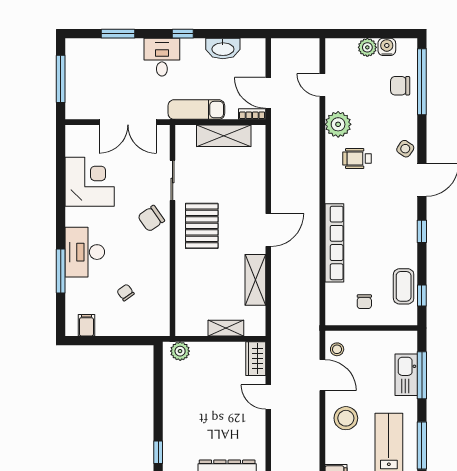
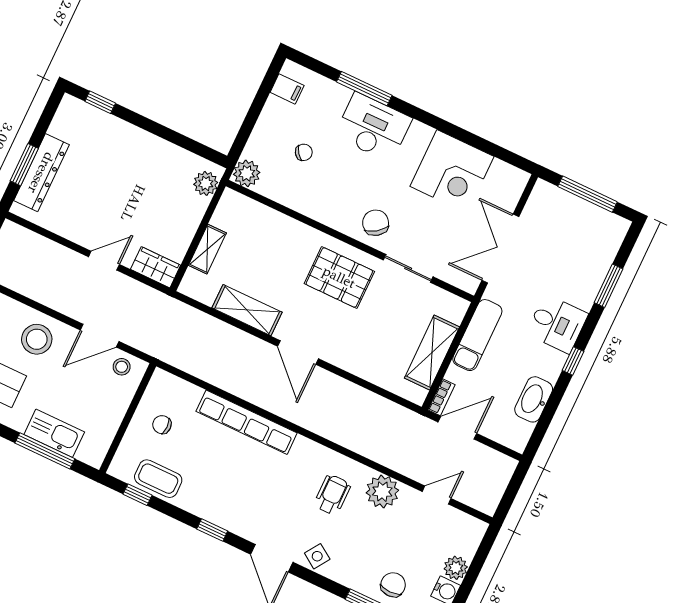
plant: (159, 326) -> (247, 173), added

